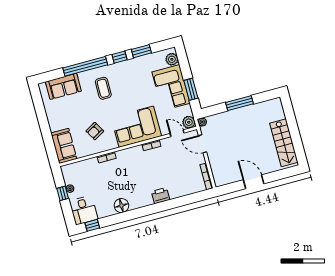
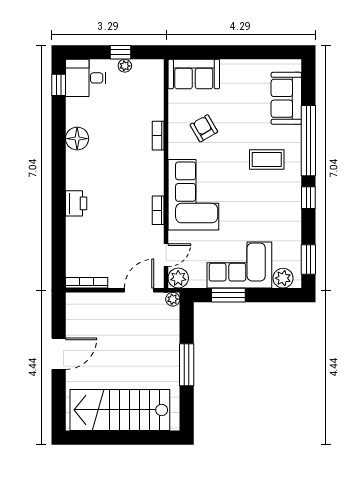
window: (141, 51) -> (308, 259), moved
stairs: (284, 143) -> (120, 410), width x1.36, depth x1.51

